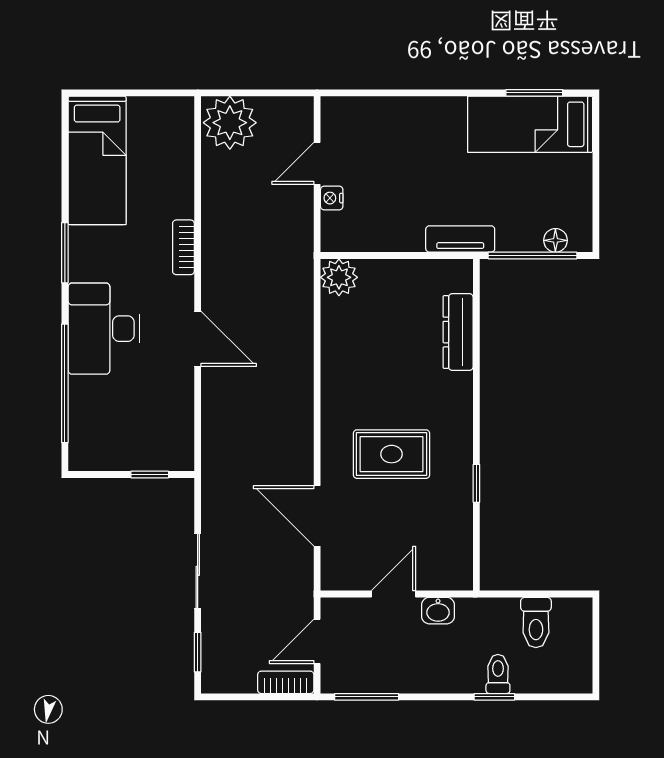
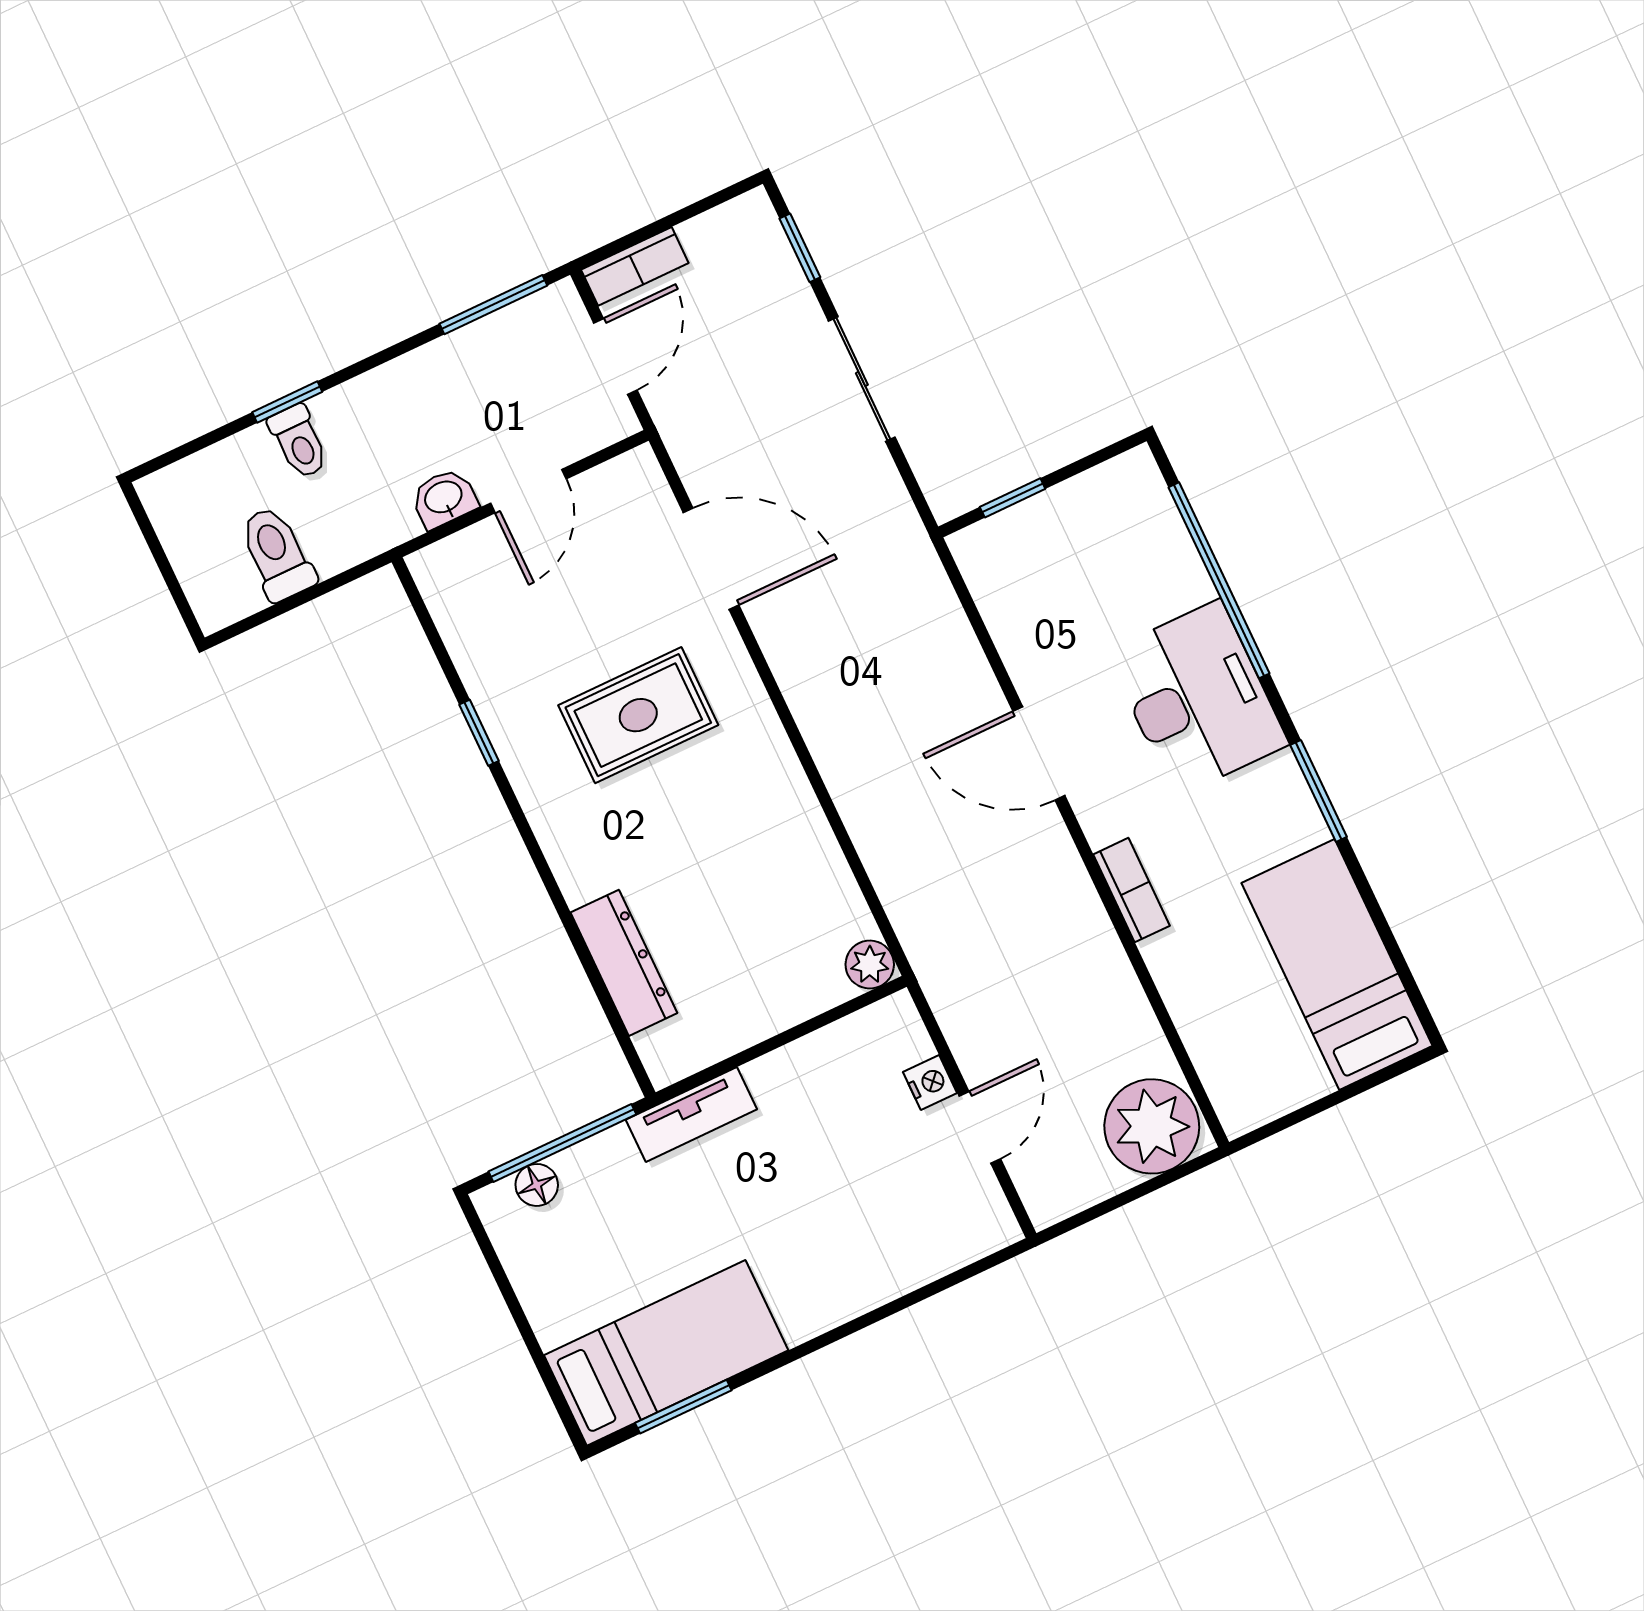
plant: (339, 277) -> (870, 965), width x0.73, depth x0.73

